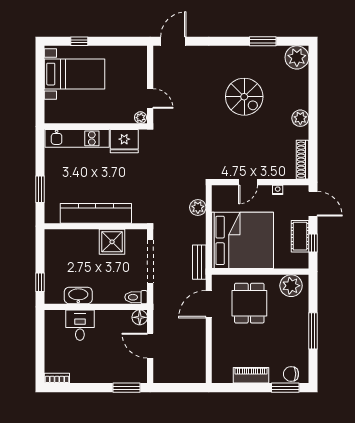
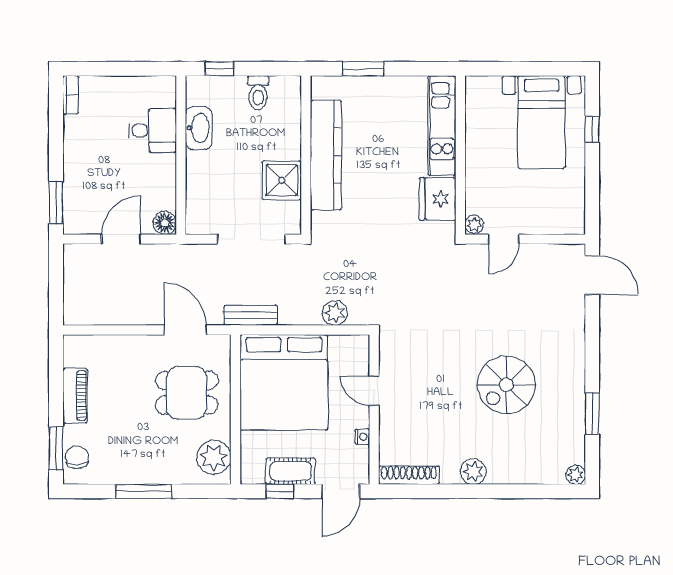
plant: (297, 57) -> (576, 475), width x0.53, depth x0.53
toilet: (136, 297) -> (258, 93), moved, turned 180

